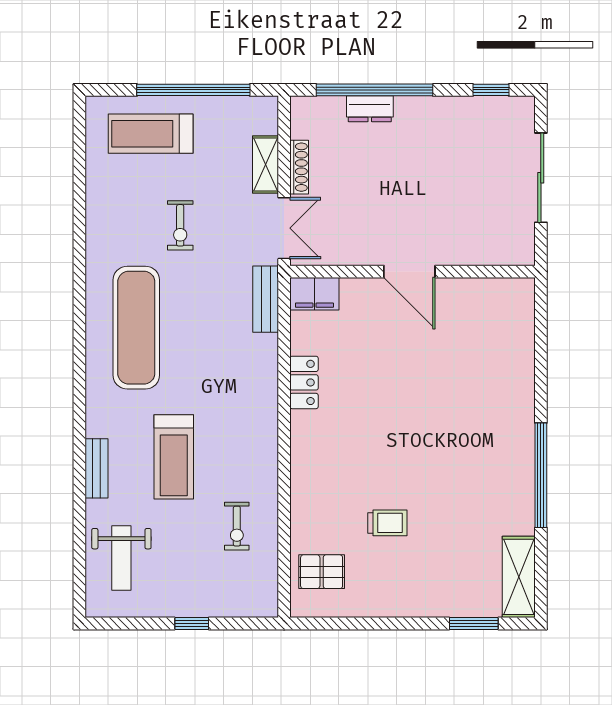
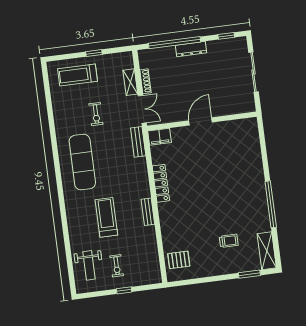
window: (193, 90) -> (94, 53), width x0.32
dresser: (370, 109) -> (191, 49), moved, width x1.44
door: (409, 272) -> (200, 121), swing flipped
locker: (304, 382) -> (161, 183), width x1.53
treadmill: (174, 457) -> (106, 217), turned 180
bench: (96, 468) -> (148, 212), moved
trolley: (387, 523) -> (229, 241), moved
exercise bike: (237, 526) -> (117, 266), moved

